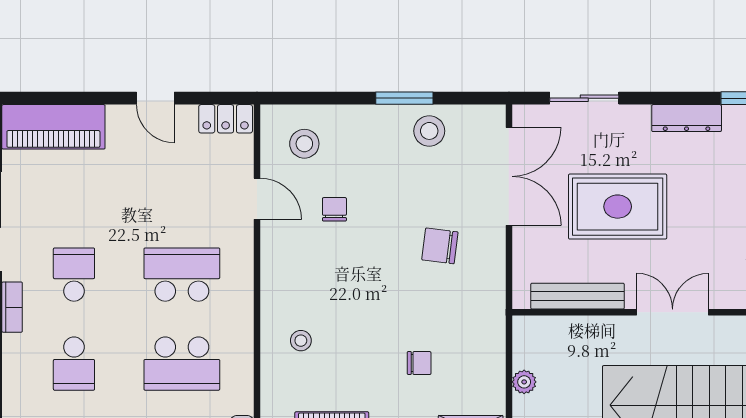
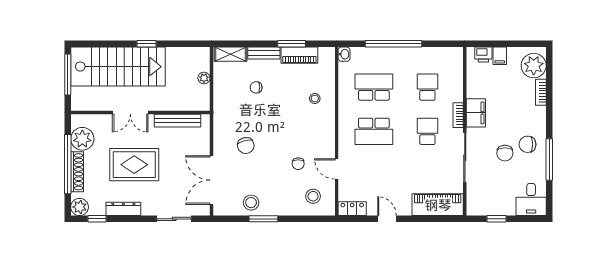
rug: (618, 207) -> (134, 165), moved
chair: (440, 246) -> (246, 146), turned 69
school desk: (74, 275) -> (427, 131), turned 180

